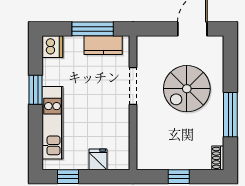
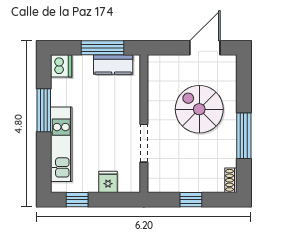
doorway: (133, 86) -> (144, 143), moved
spiral stairs: (187, 89) -> (199, 109), turned 90
window: (36, 90) -> (44, 110), width x1.44

